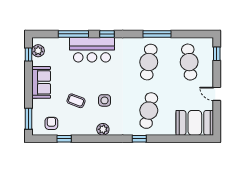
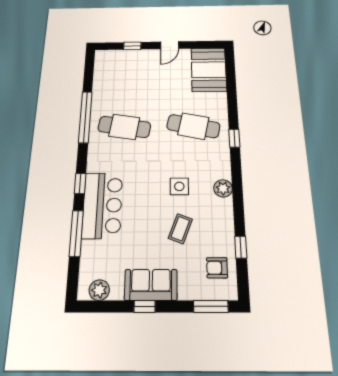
window: (157, 34) -> (85, 117), width x1.46
window: (217, 54) -> (132, 46), moved
window: (29, 55) -> (145, 306), moved
cafe table: (189, 62) -> (126, 77), removed

